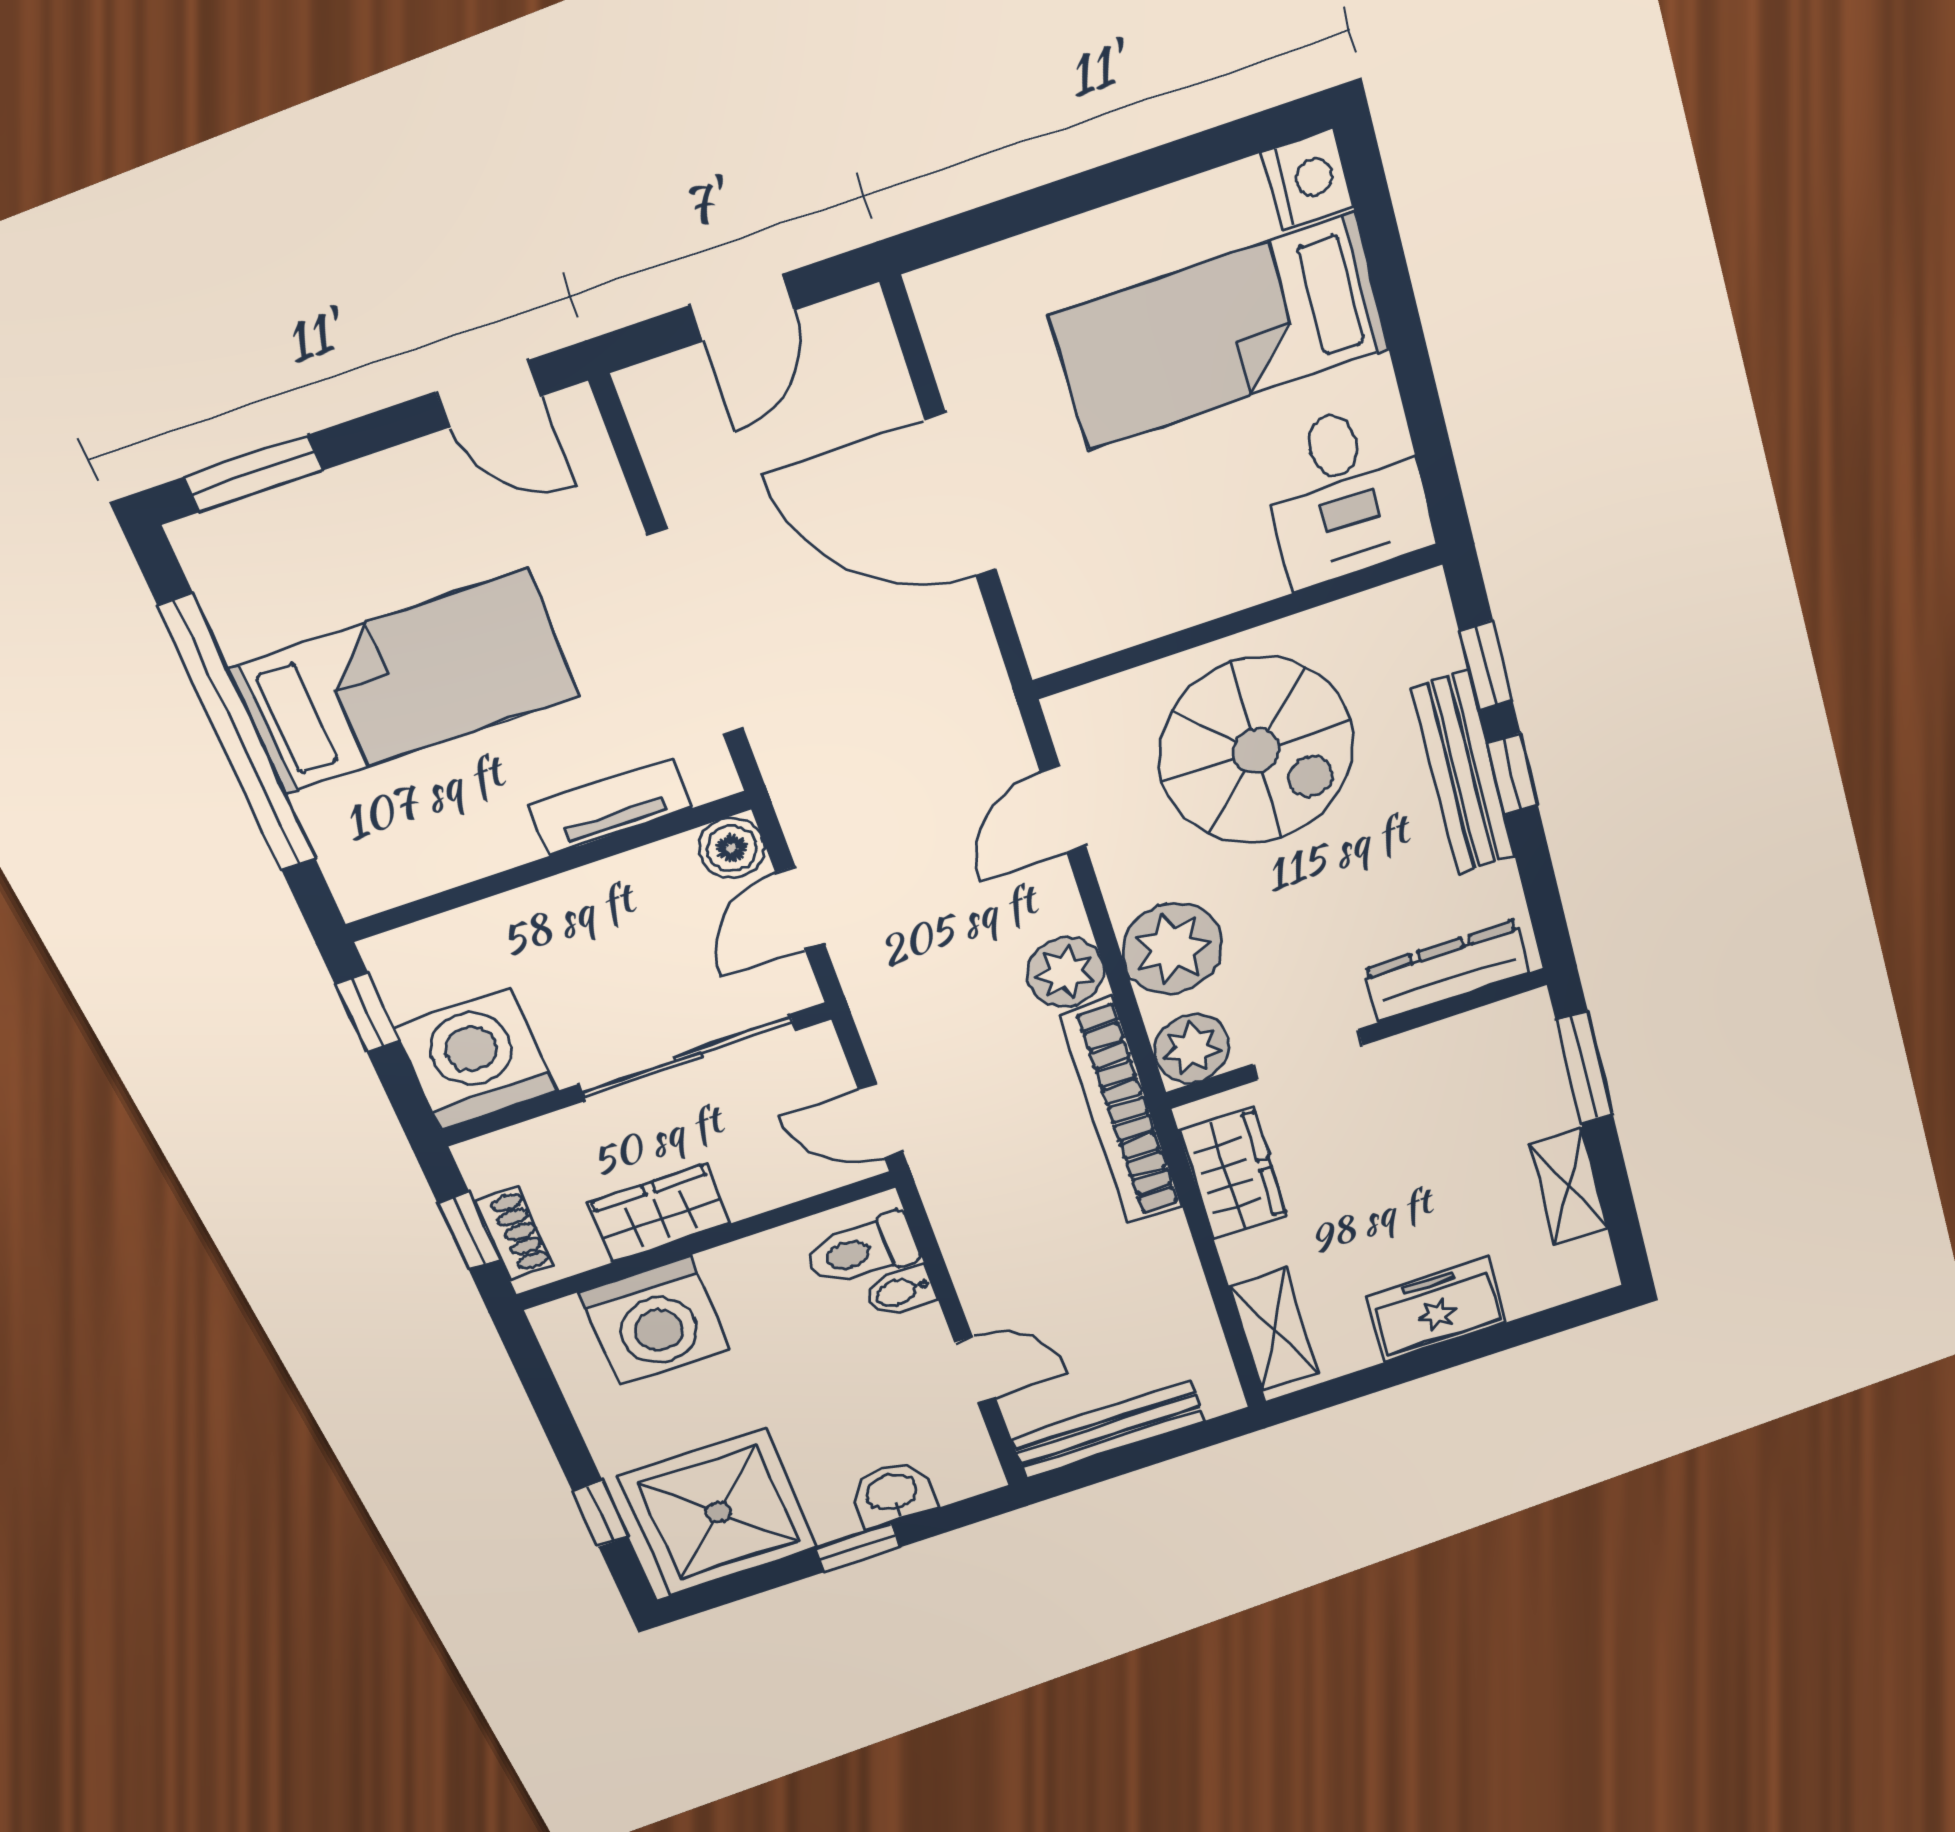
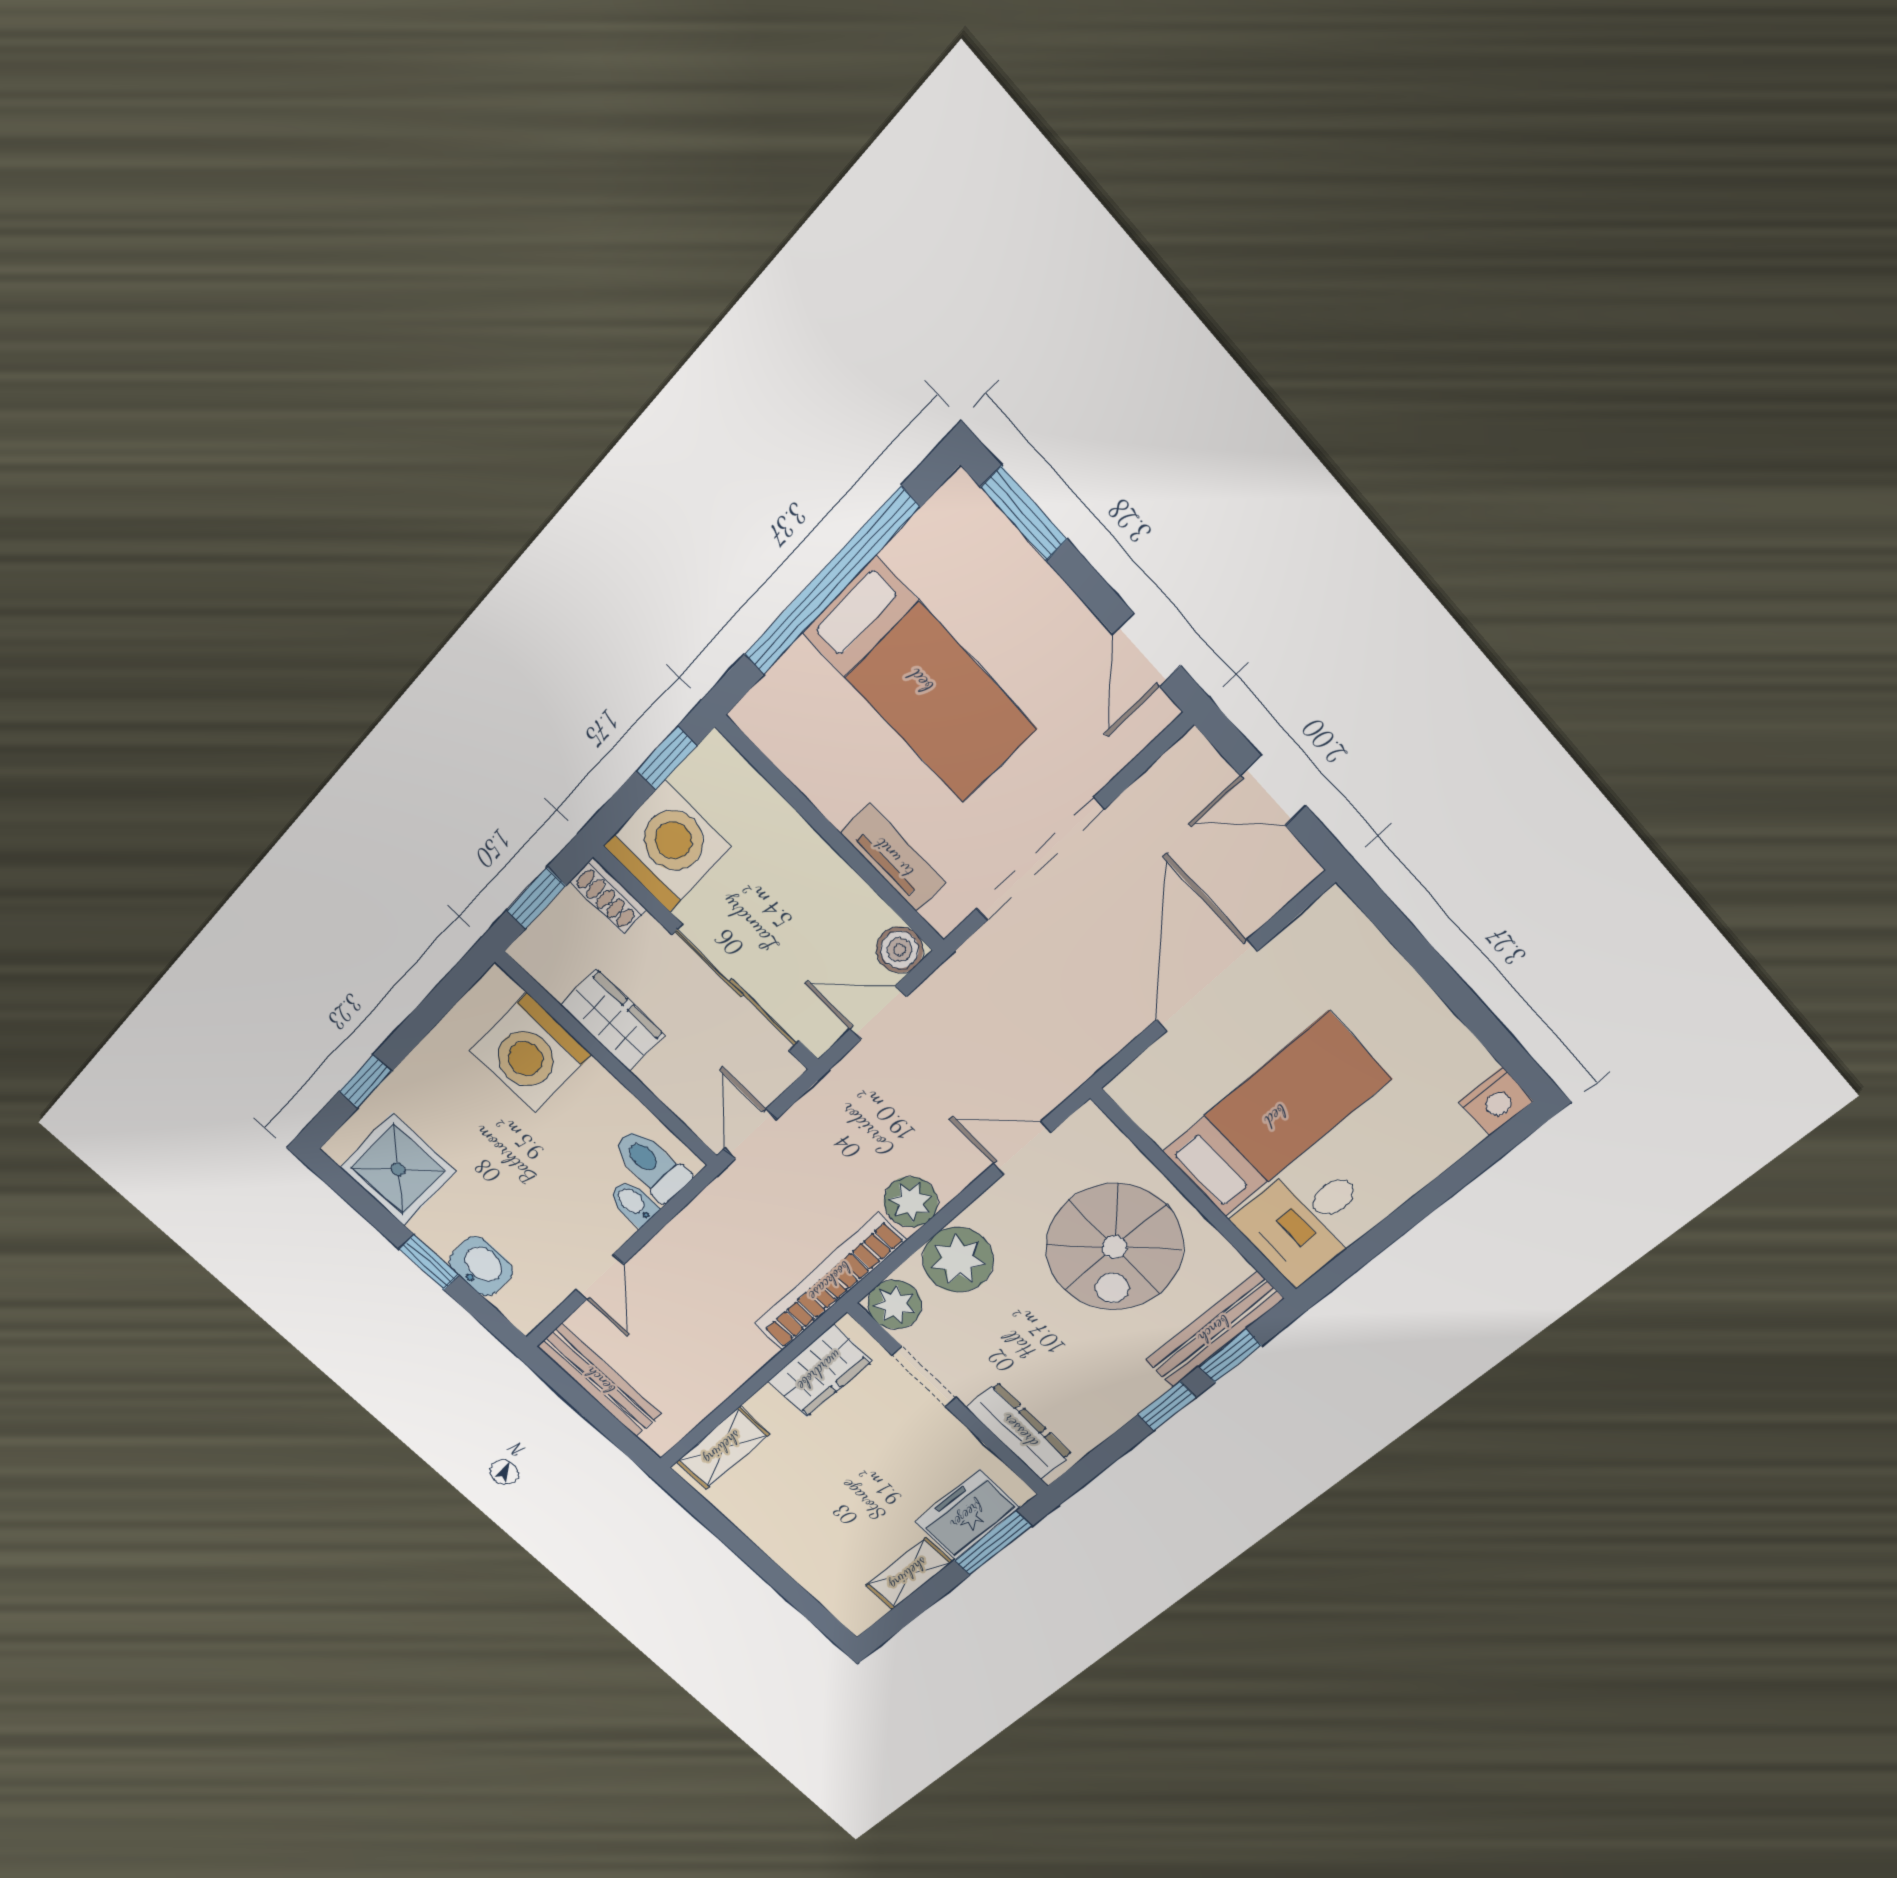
bed: (1220, 332) -> (1276, 1116), moved, turned 90
bench: (1464, 773) -> (1214, 1330), moved
shoe rack: (514, 1234) -> (608, 896), moved, turned 90
freezer: (1436, 1310) -> (967, 1515), moved, turned -90
shower: (718, 1512) -> (398, 1169), width x0.73, depth x0.73

